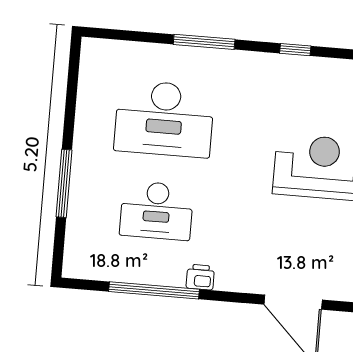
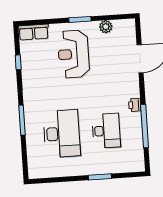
window: (295, 50) -> (18, 62), moved
window: (64, 183) -> (100, 177), width x0.69

